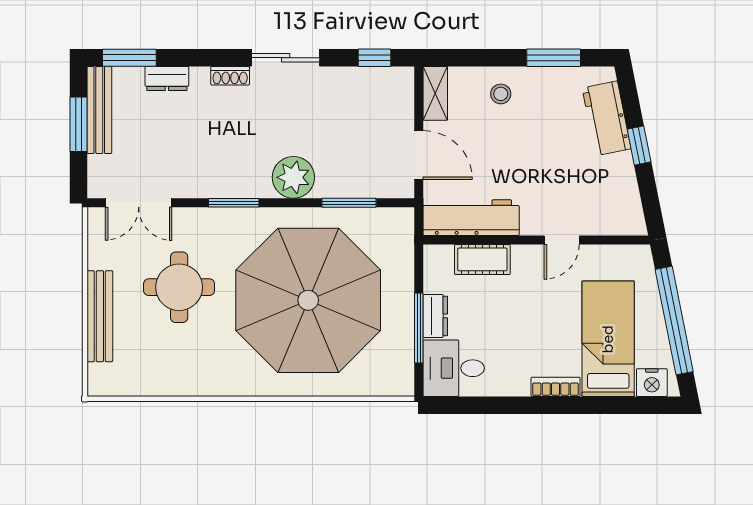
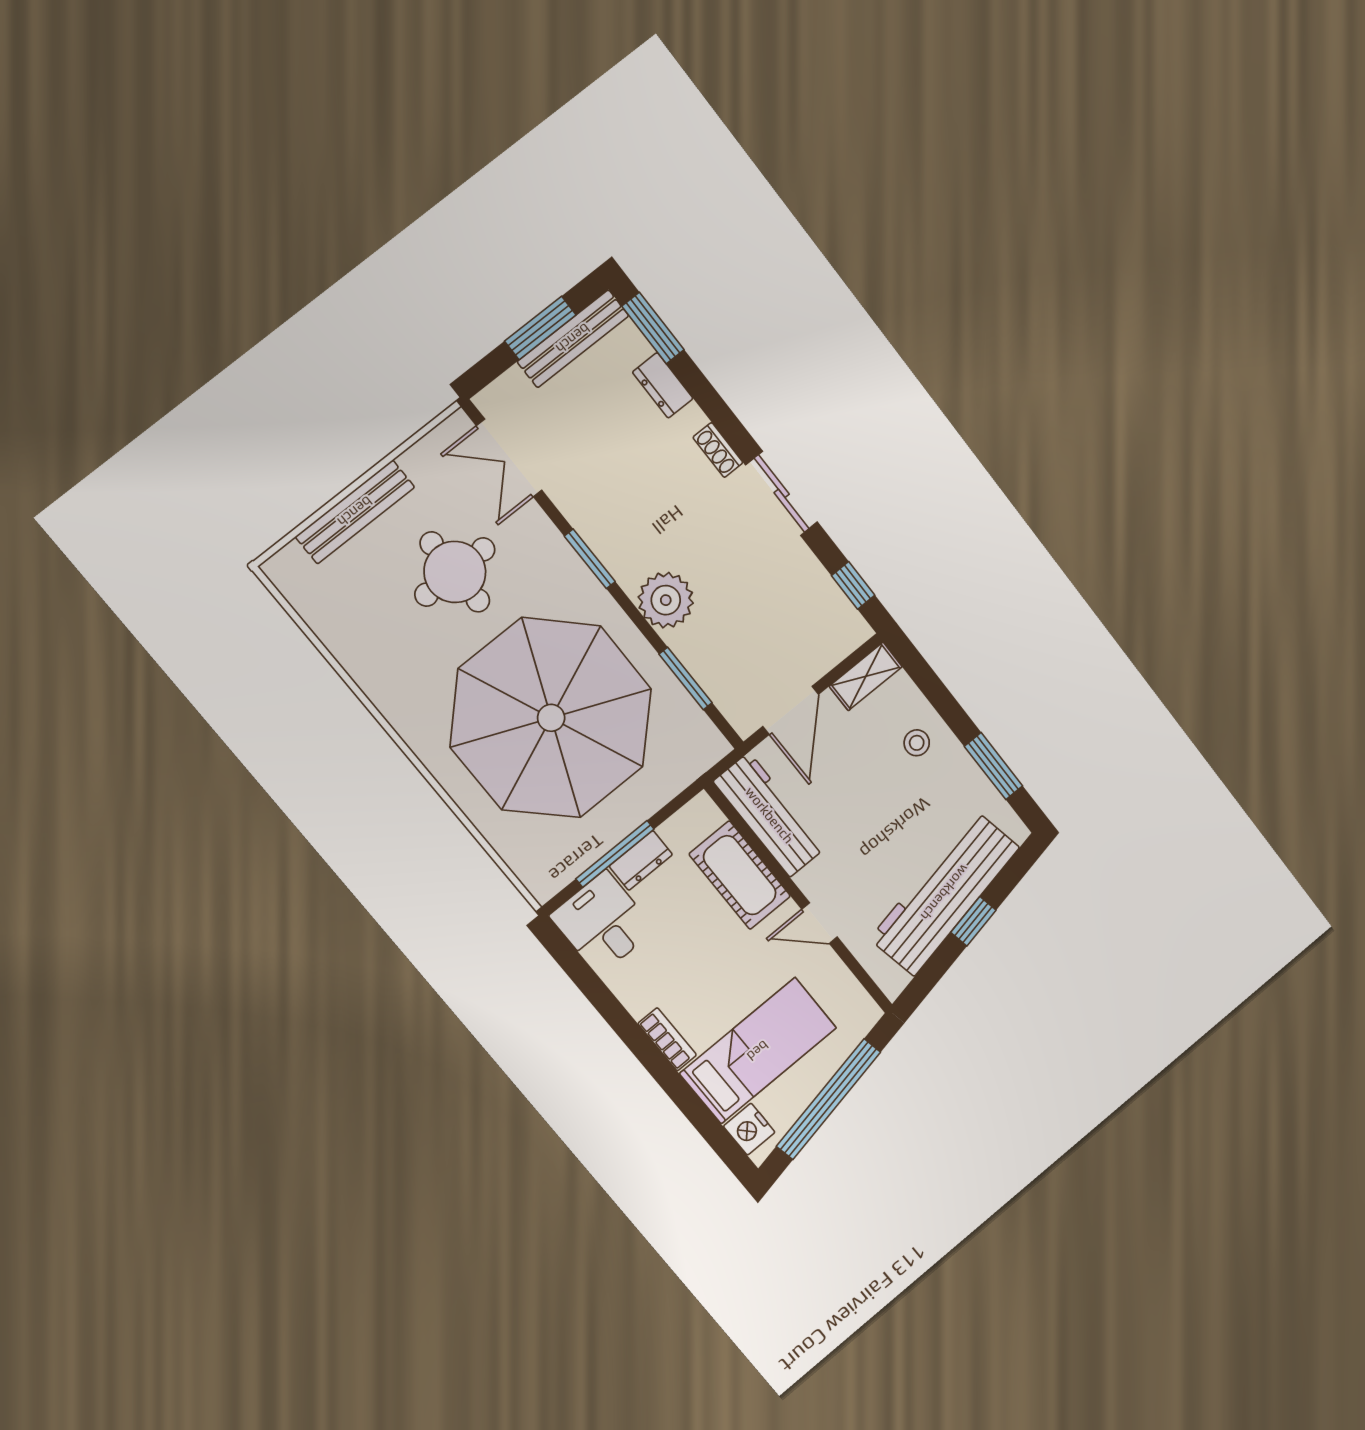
workbench: (607, 118) -> (945, 893), width x1.88, depth x1.32
cot: (482, 259) -> (740, 875), width x1.37, depth x1.34

